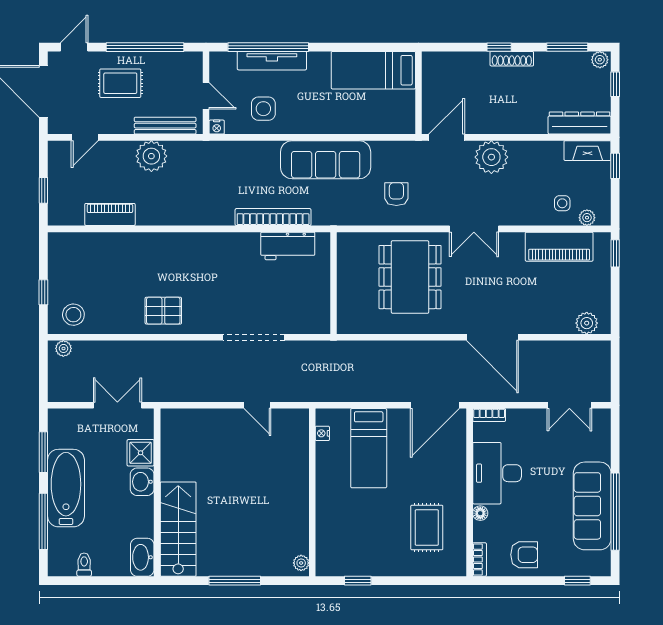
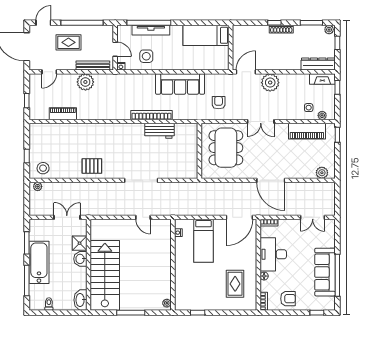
wall: (334, 283) -> (199, 151), moved
stairs: (178, 529) -> (105, 275), width x1.36, depth x1.51

